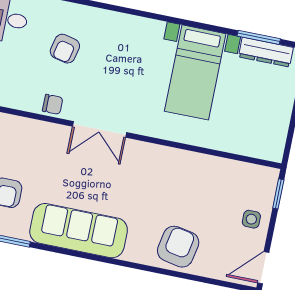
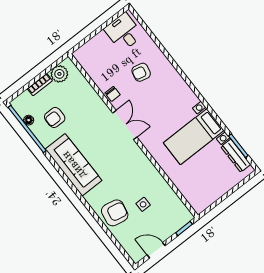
double door: (100, 129) -> (125, 125), swing flipped
side table: (251, 219) -> (143, 204), moved
door: (263, 268) -> (156, 250), moved

